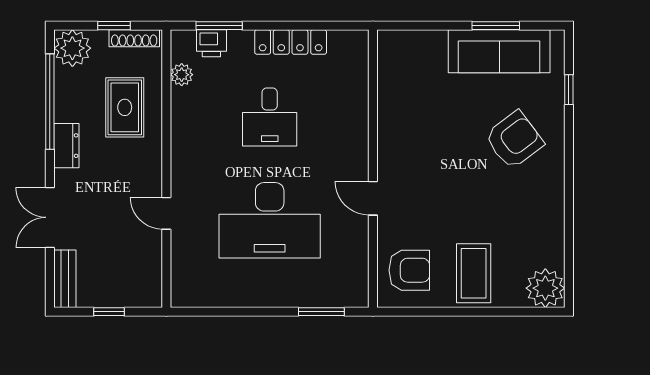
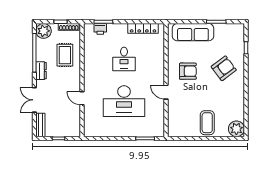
locker: (291, 42) -> (143, 28), moved
sofa: (499, 51) -> (193, 32), moved
plant: (182, 75) -> (88, 42), removed
armchair: (409, 270) -> (188, 71), moved

